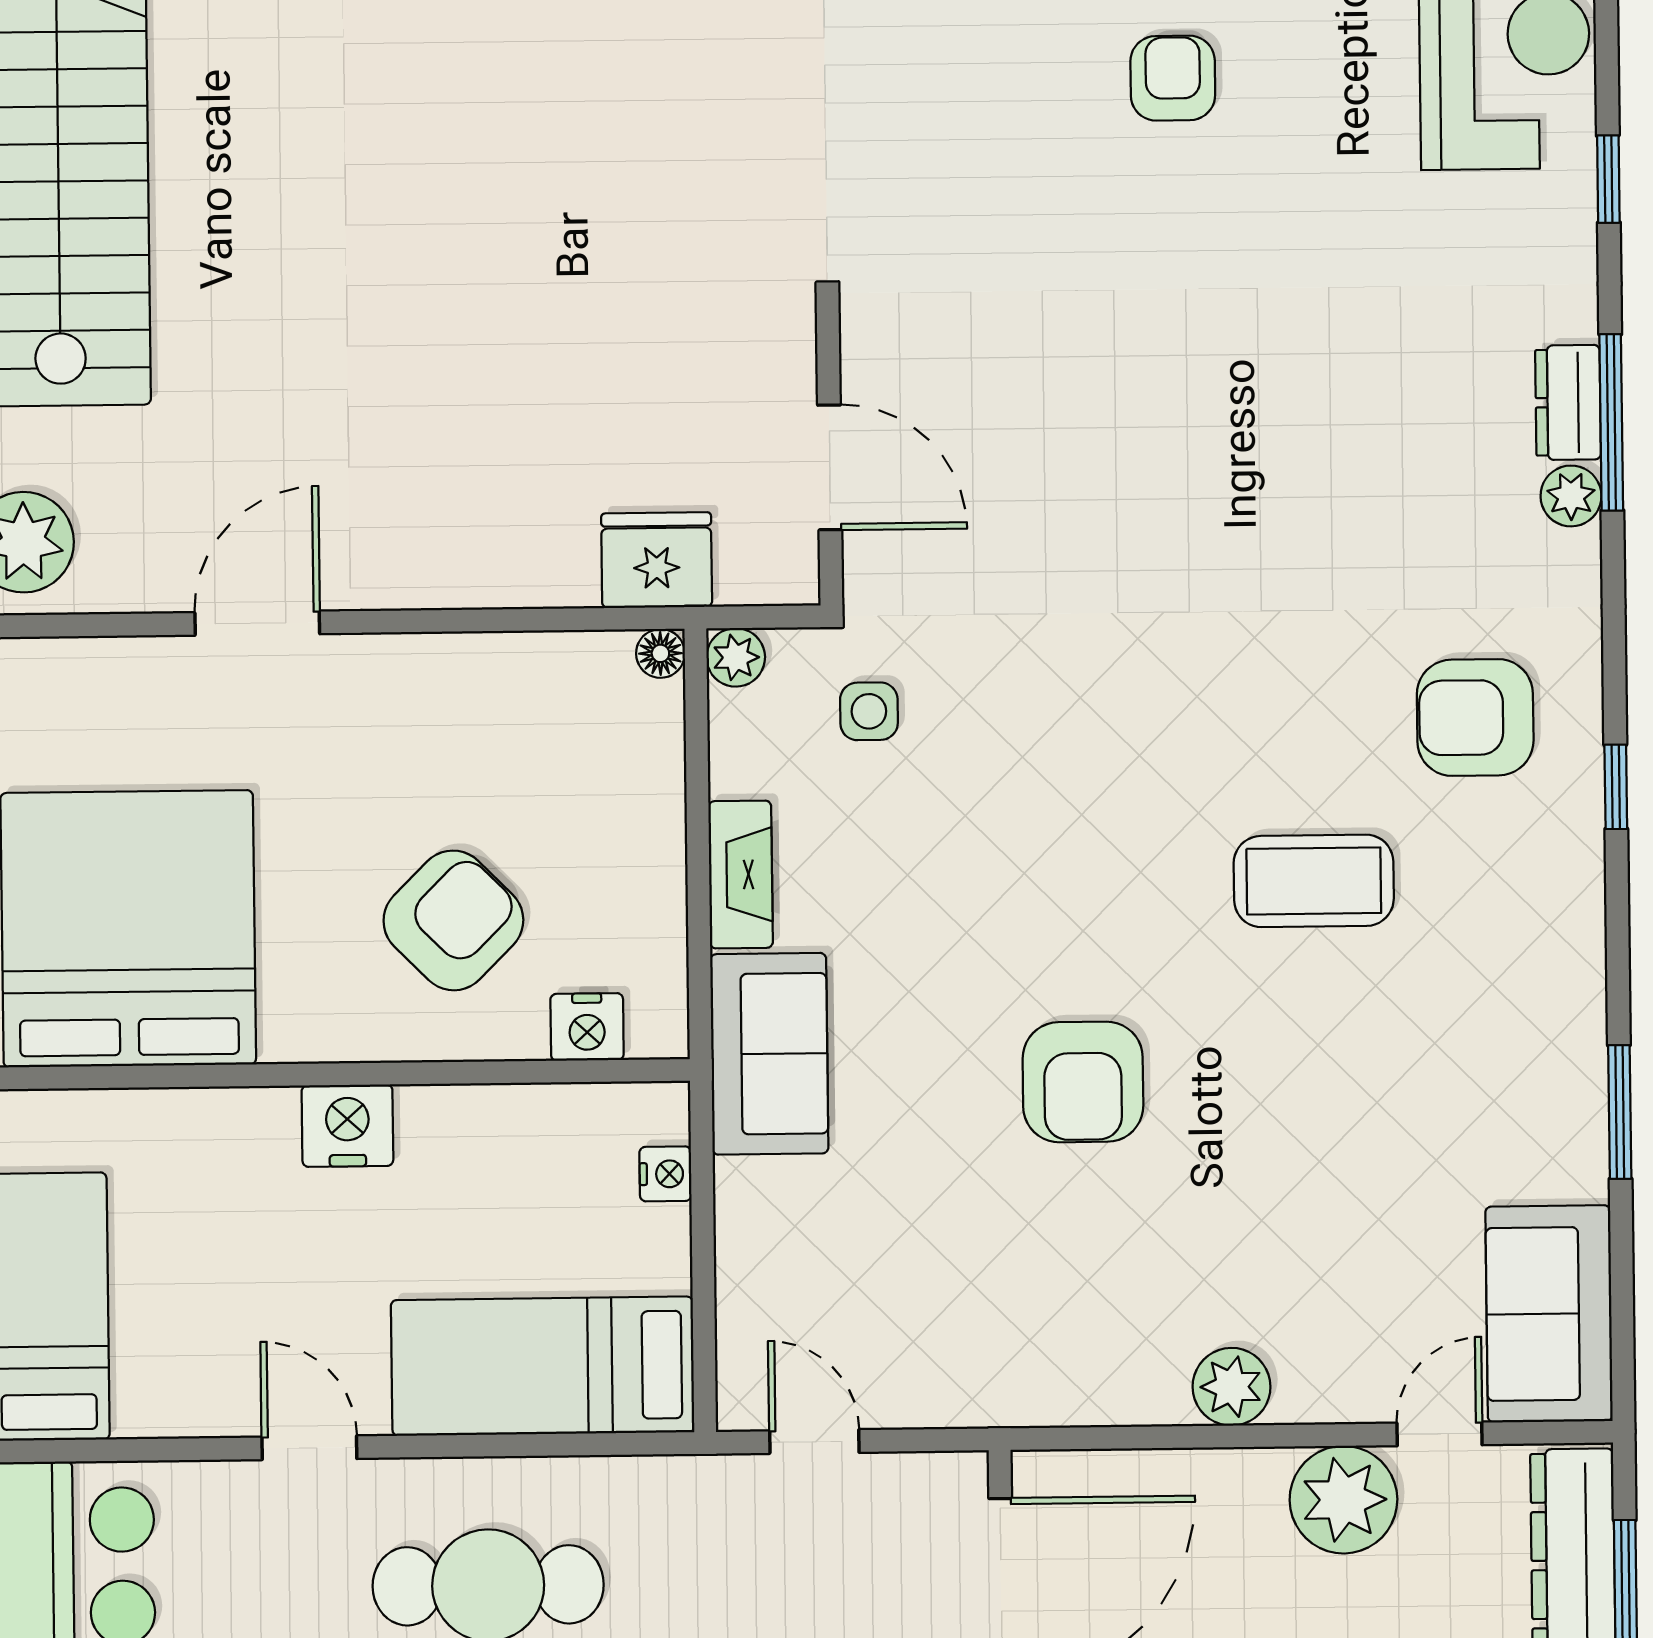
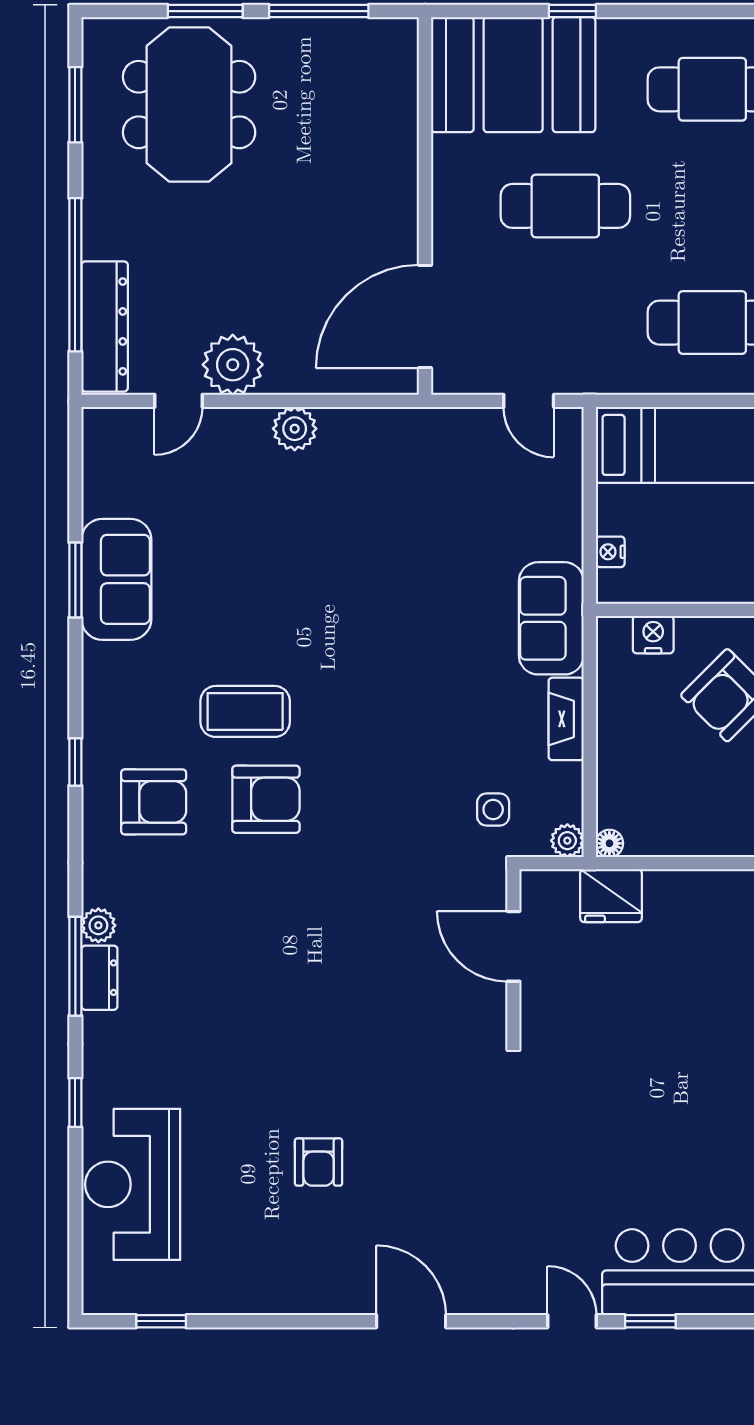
armchair: (1083, 1082) -> (266, 799), moved, turned 90
sofa: (1549, 1314) -> (116, 579), moved

